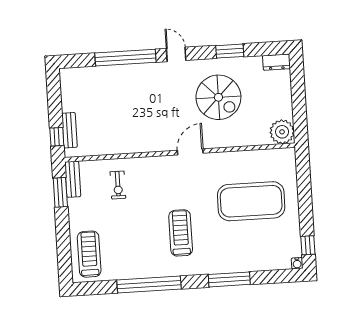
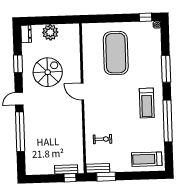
plant: (282, 132) -> (50, 32), moved
treadmill: (181, 233) -> (147, 103), moved, turned -90

